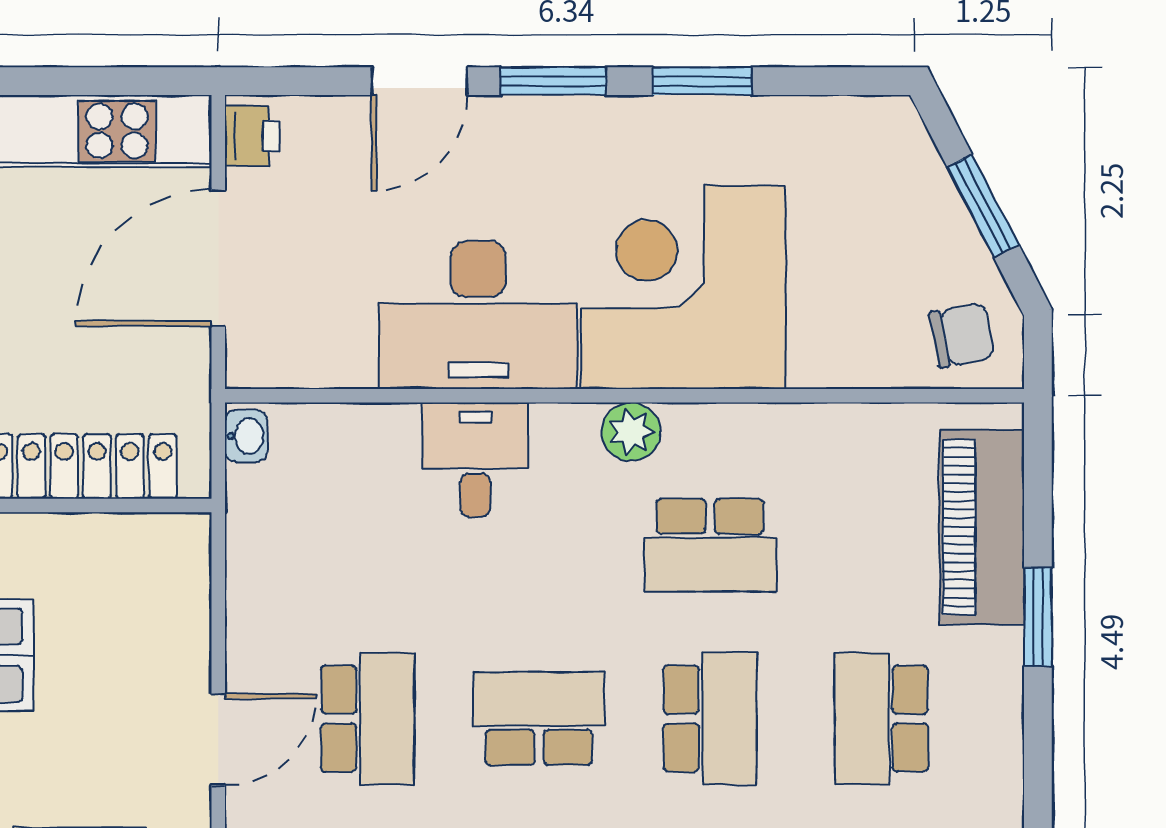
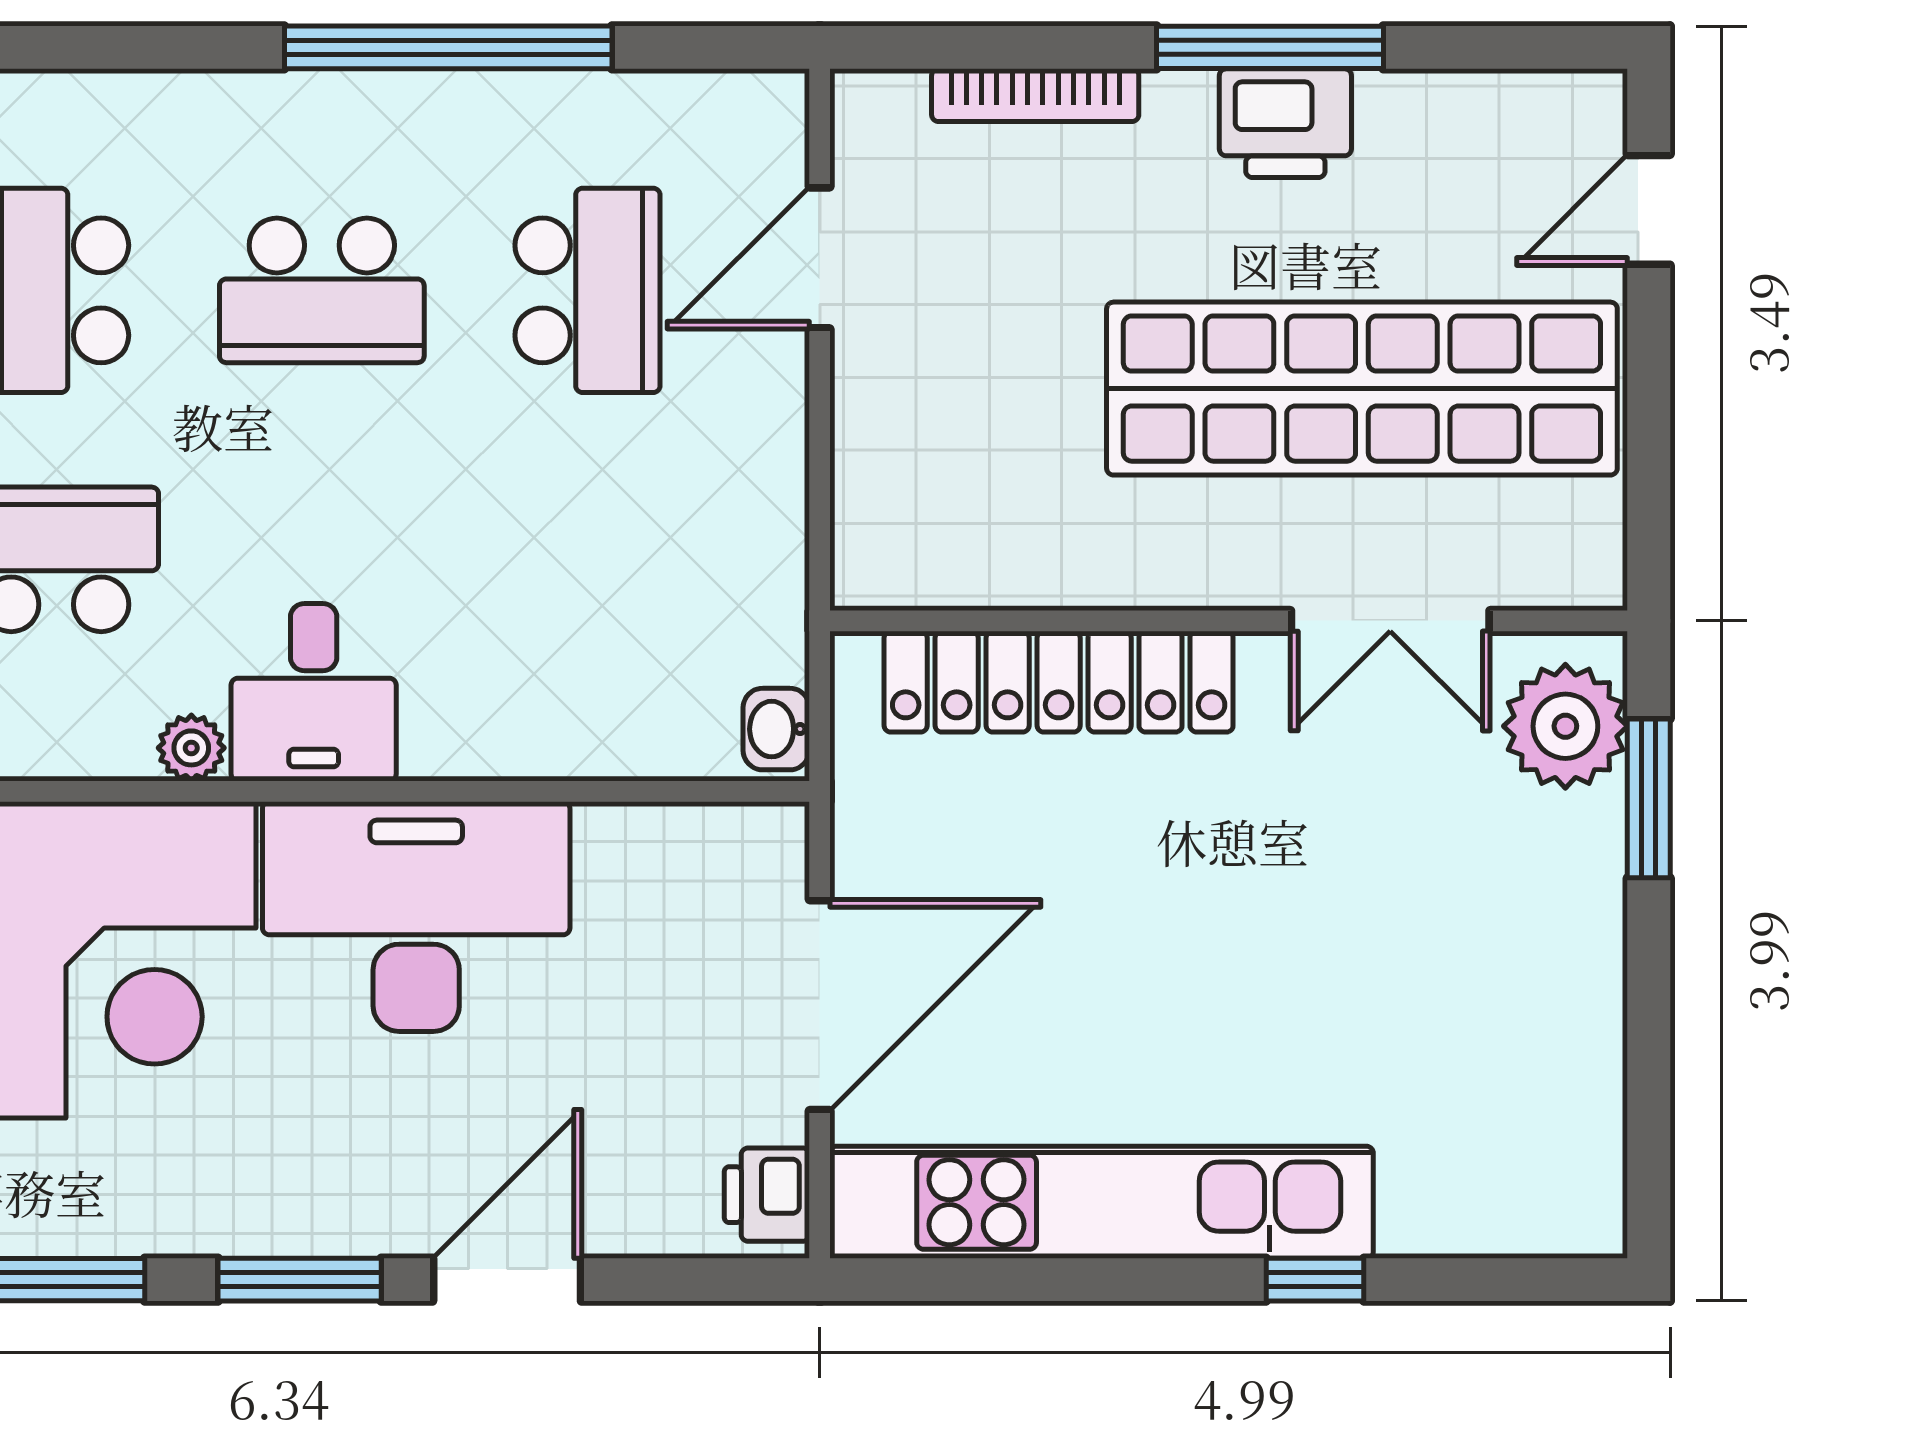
plant: (631, 432) -> (191, 748), width x0.73, depth x0.73
desk: (475, 460) -> (314, 692), moved
school desk: (368, 719) -> (587, 290), turned 180

